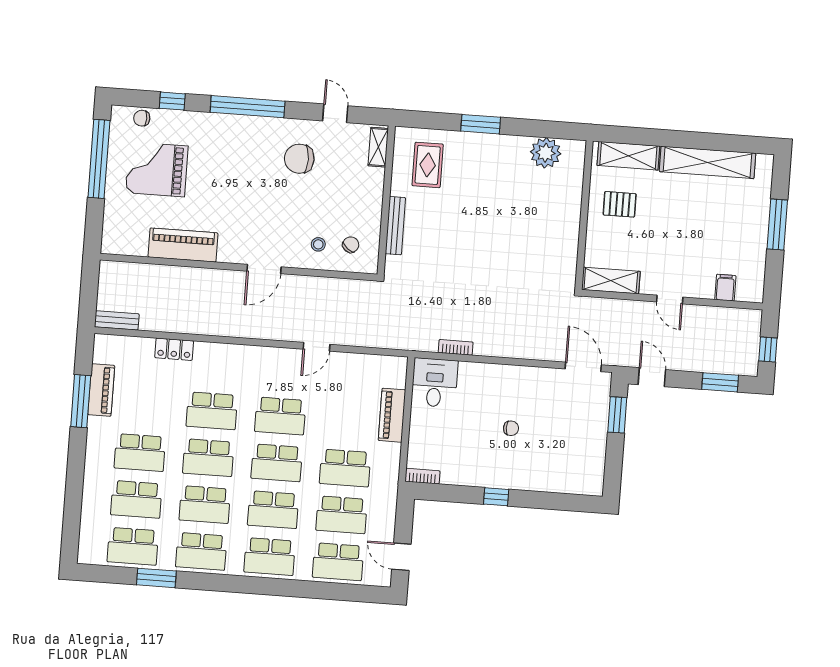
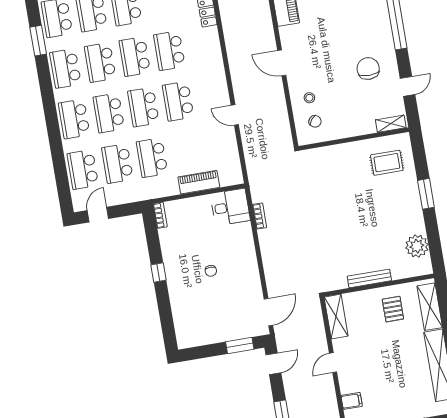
bench: (395, 226) -> (369, 278), moved

